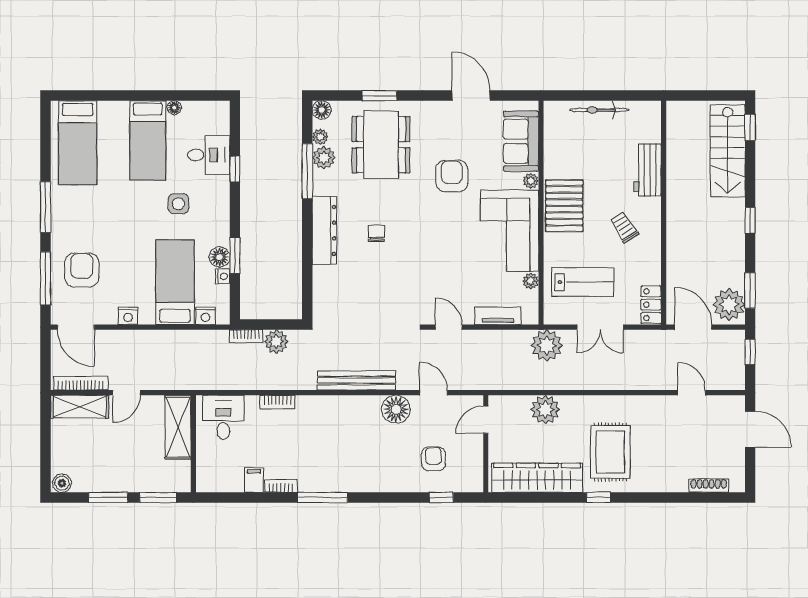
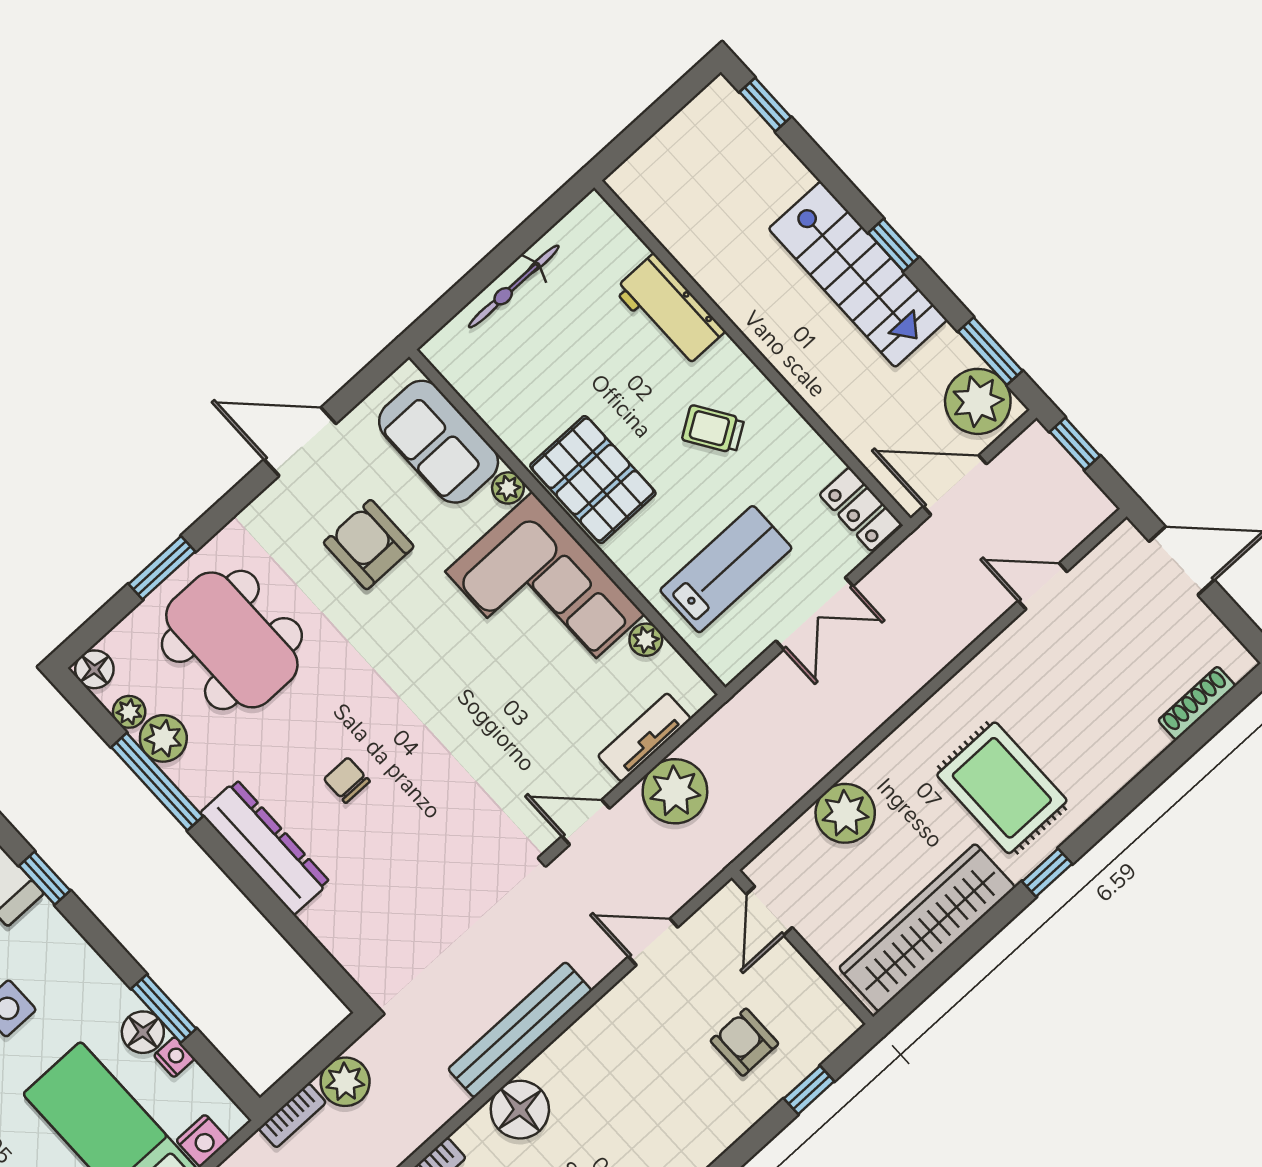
stairs: (728, 151) -> (858, 274), moved
armchair: (452, 176) -> (369, 545), moved
plant: (547, 345) -> (675, 791), moved
floor lamp: (396, 409) -> (520, 1110), moved

